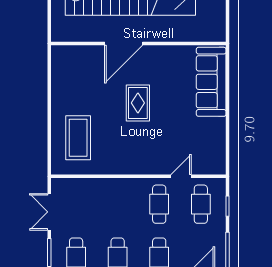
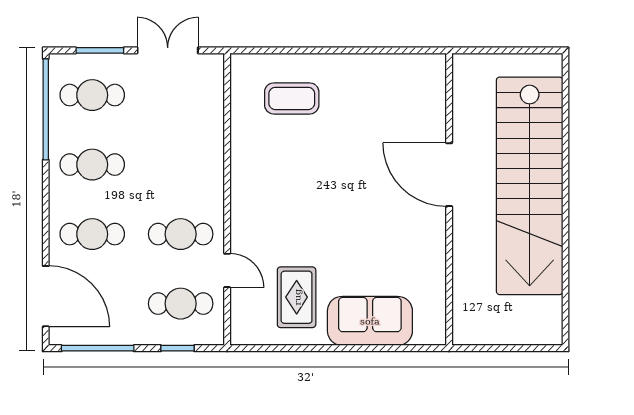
sofa: (211, 82) -> (370, 321), width x0.73
rug: (138, 103) -> (297, 297), moved, turned 90
coffee table: (78, 138) -> (292, 98), width x0.73, depth x0.76

